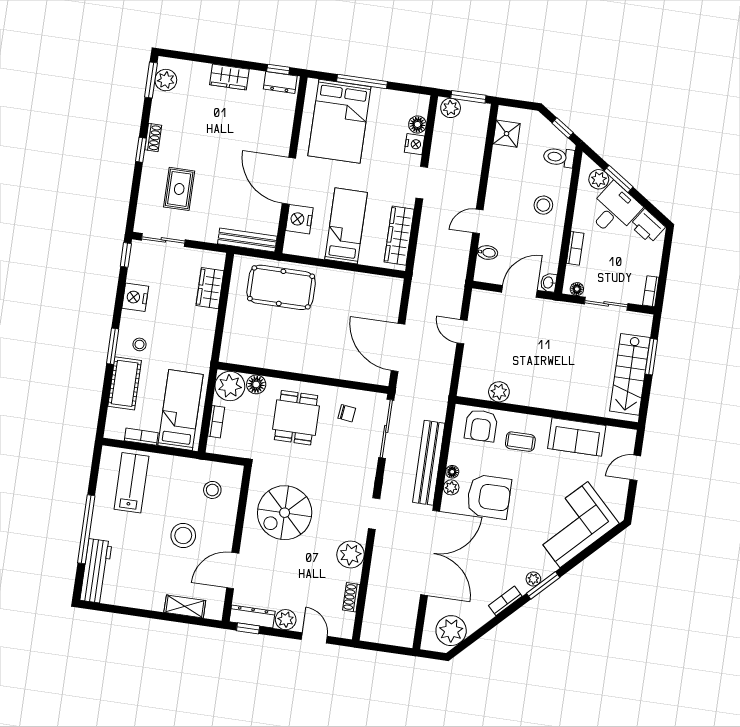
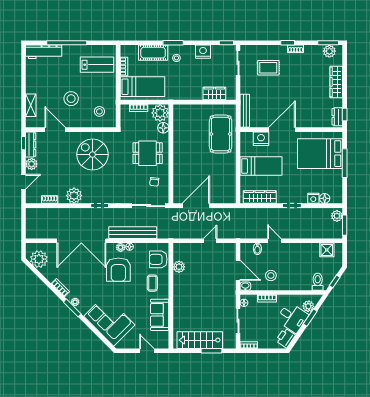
wardrobe: (229, 77) -> (336, 82), width x1.50
stool: (543, 205) -> (271, 276), moved

